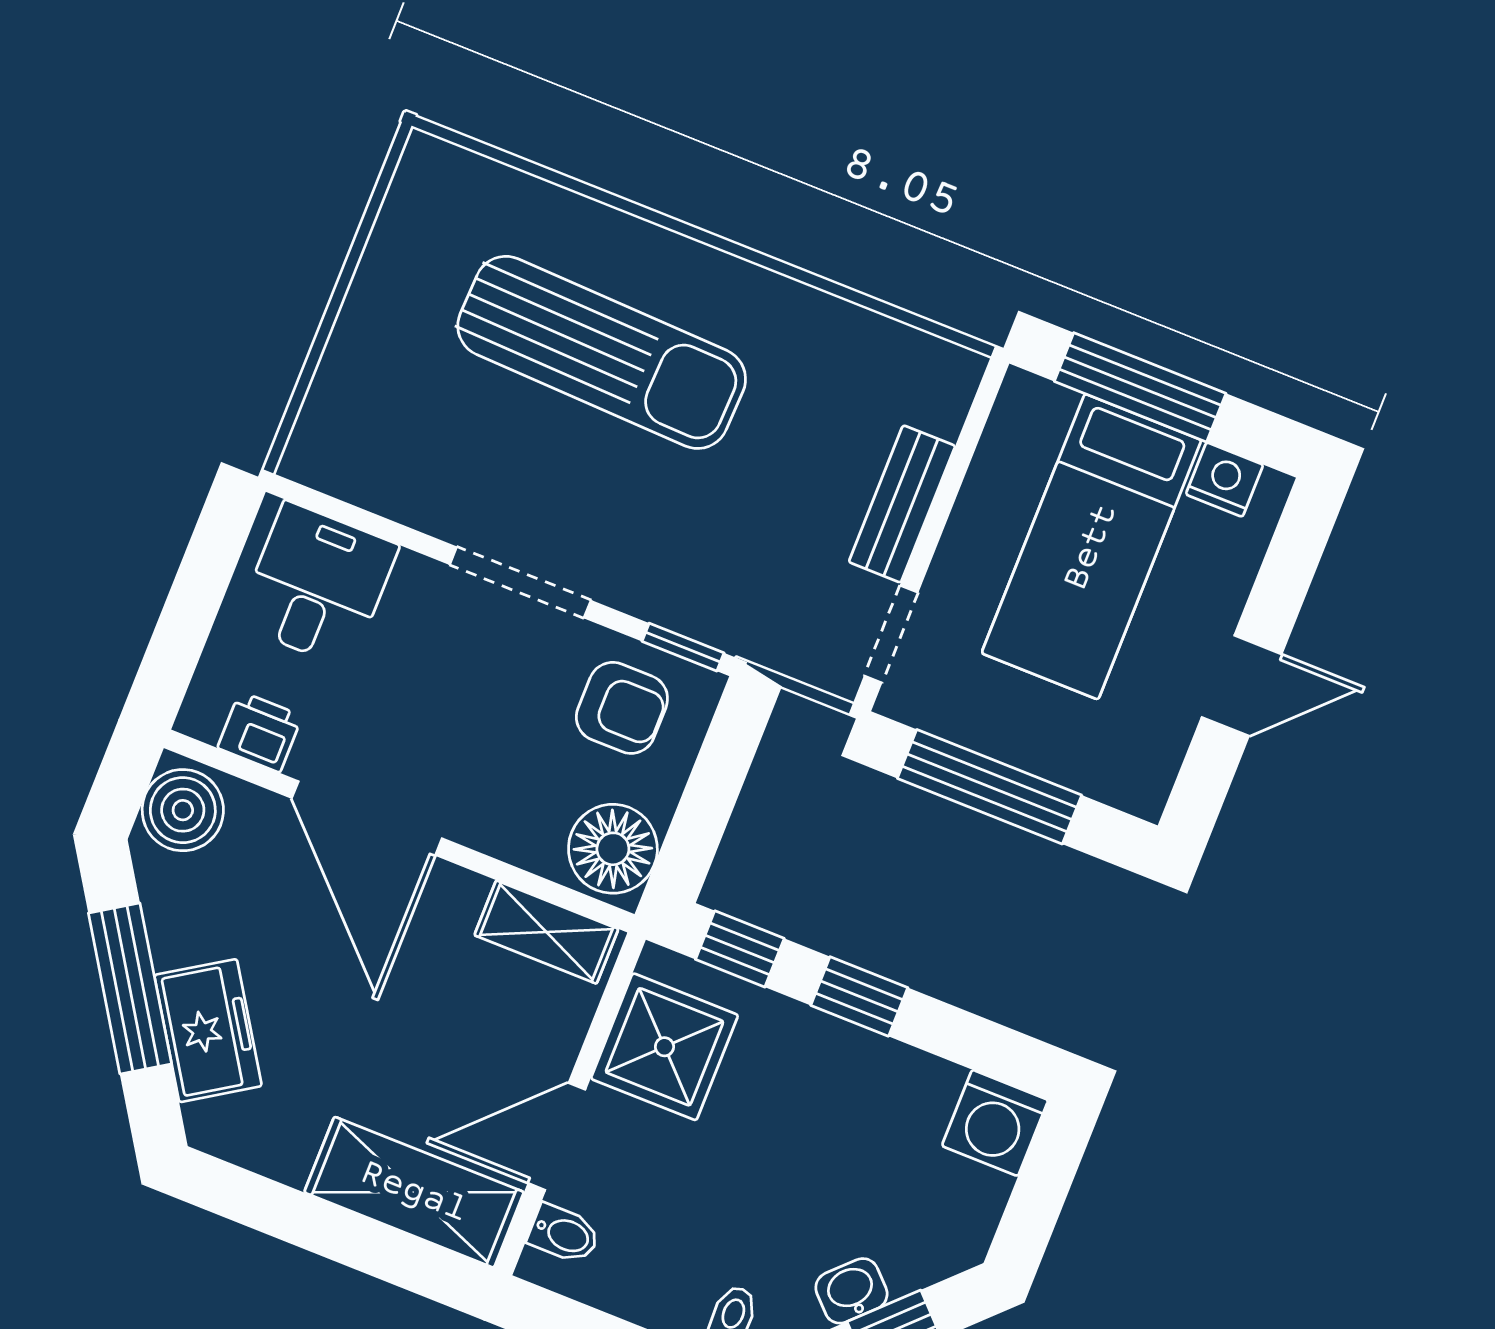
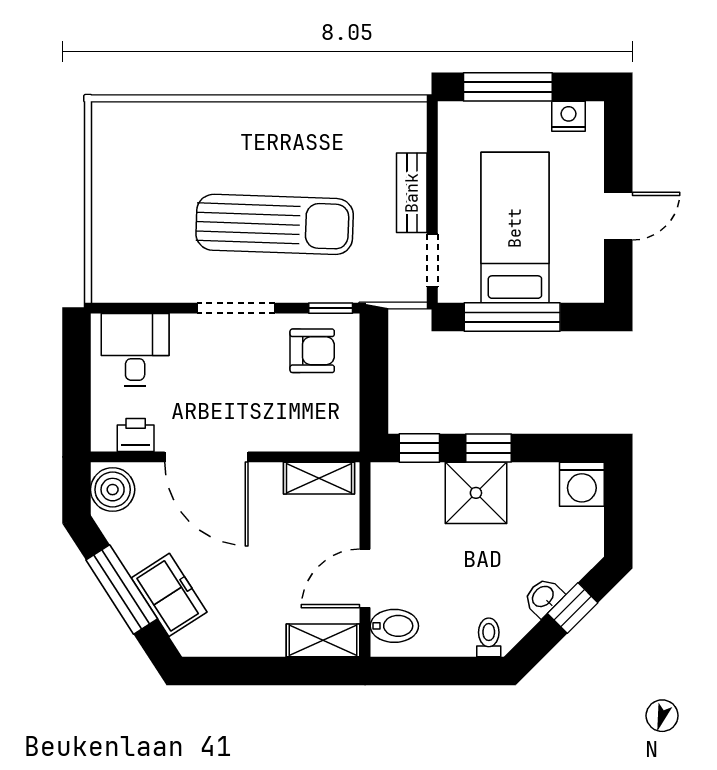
sun lounger: (602, 352) -> (275, 224), moved
bed: (1091, 547) -> (515, 228), moved, turned 180
floor lamp: (613, 849) -> (336, 423), removed
shower: (664, 1047) -> (476, 493), moved
shelving: (414, 1192) -> (323, 640), width x0.67, depth x0.75
bidet: (564, 1234) -> (394, 626), width x1.38, depth x1.36

